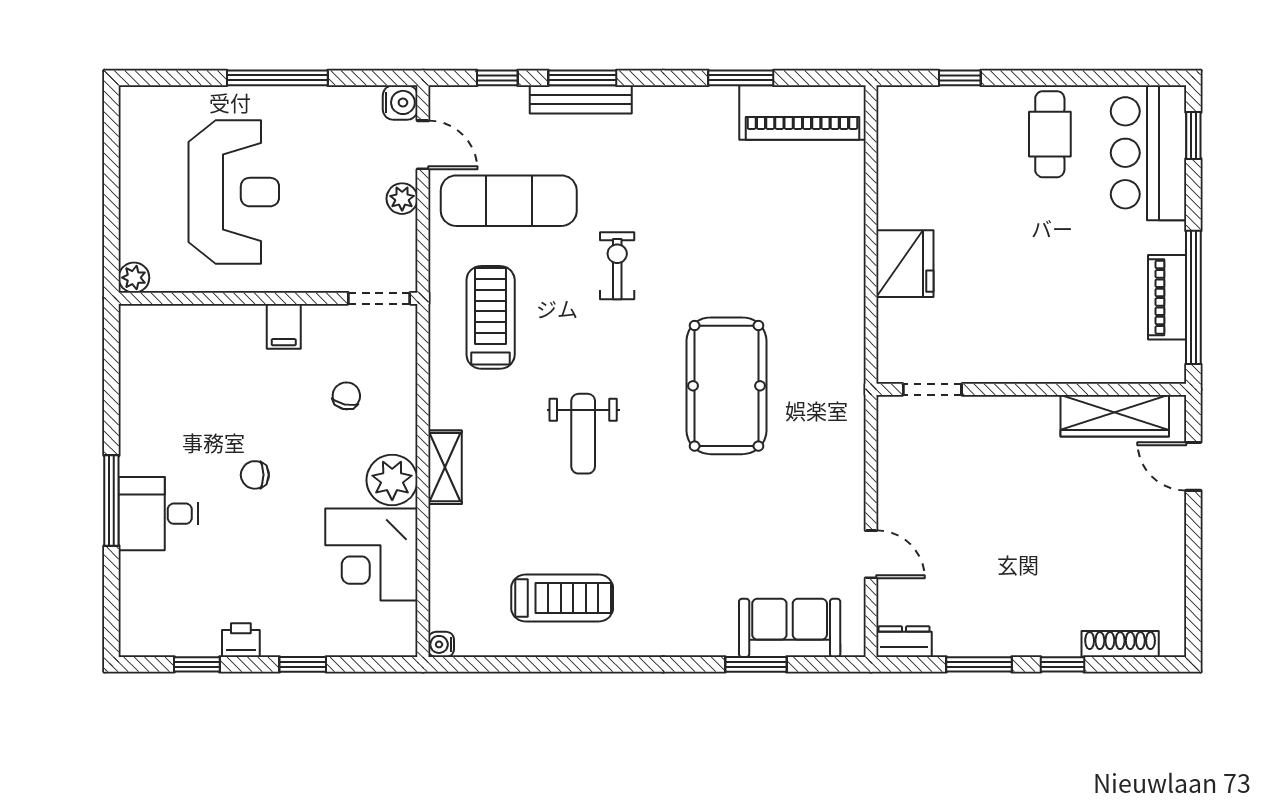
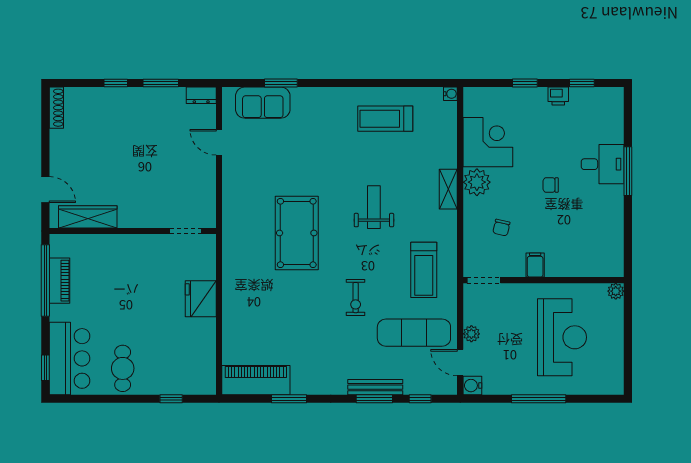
reception desk: (234, 192) -> (562, 337), turned 180
chair: (255, 475) -> (551, 185), turned 180
shoe rack: (1120, 644) -> (56, 108), moved, turned -90

